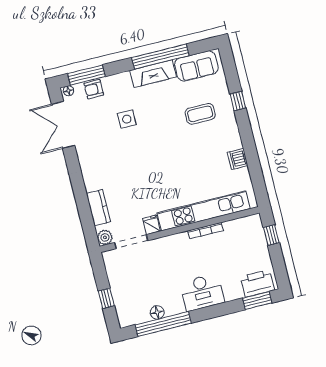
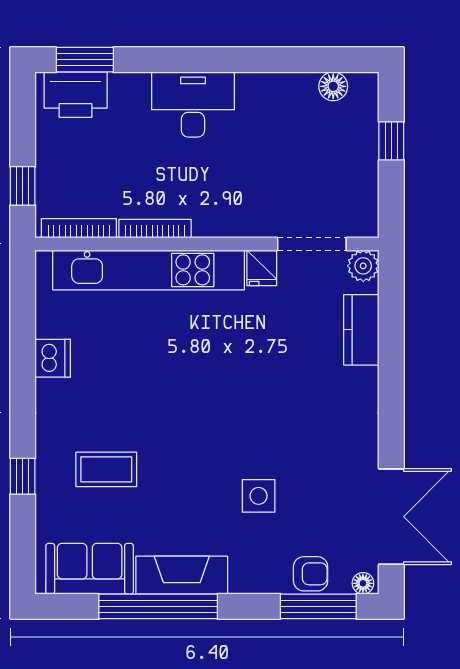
bookcase: (241, 222) -> (79, 228), added
floor lamp: (157, 312) -> (333, 86), moved
window: (163, 324) -> (288, 60), removed

